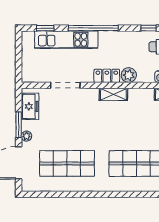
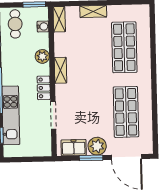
locker: (107, 76) -> (44, 88), moved
plant: (26, 136) -> (97, 146), width x1.88, depth x1.88

